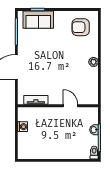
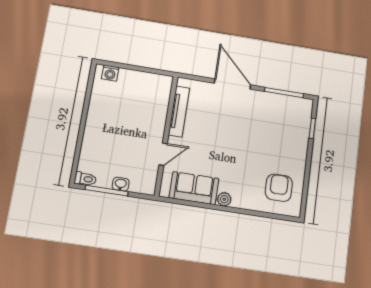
sofa: (38, 20) -> (194, 188), moved, turned 90
tv unit: (36, 100) -> (179, 111), width x1.41
washing machine: (23, 127) -> (110, 73), moved

